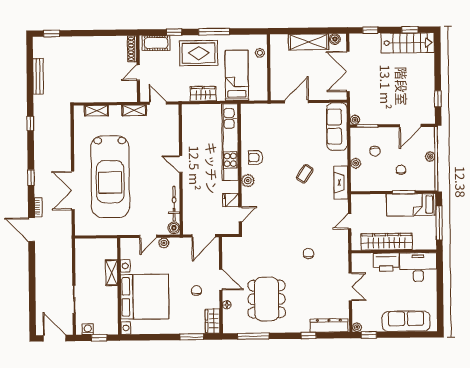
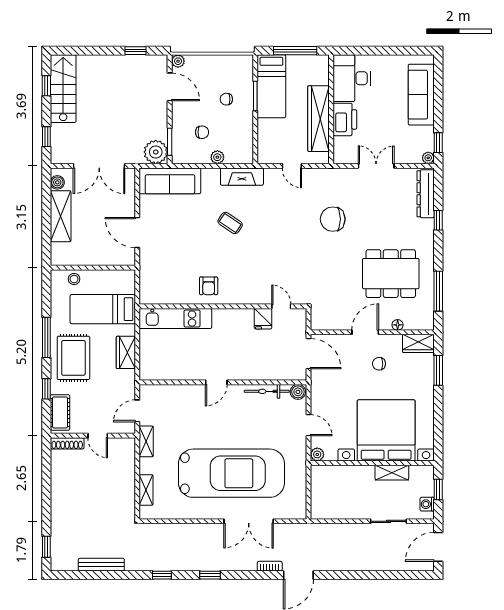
plant: (355, 120) -> (156, 152), width x1.88, depth x1.88
kitchen unit: (230, 142) -> (175, 319), width x0.73
plant: (430, 156) -> (178, 61), moved
window: (31, 178) -> (210, 575), moved
plant: (248, 181) -> (238, 296), removed
plant: (164, 243) -> (317, 454), moved
chair: (309, 253) -> (333, 219), width x1.87, depth x1.87
shelving: (112, 273) -> (392, 473), moved

